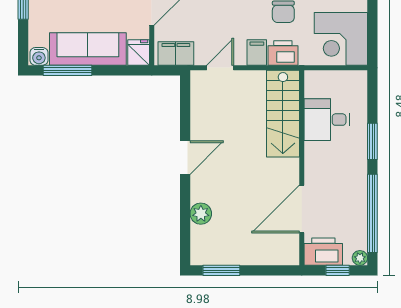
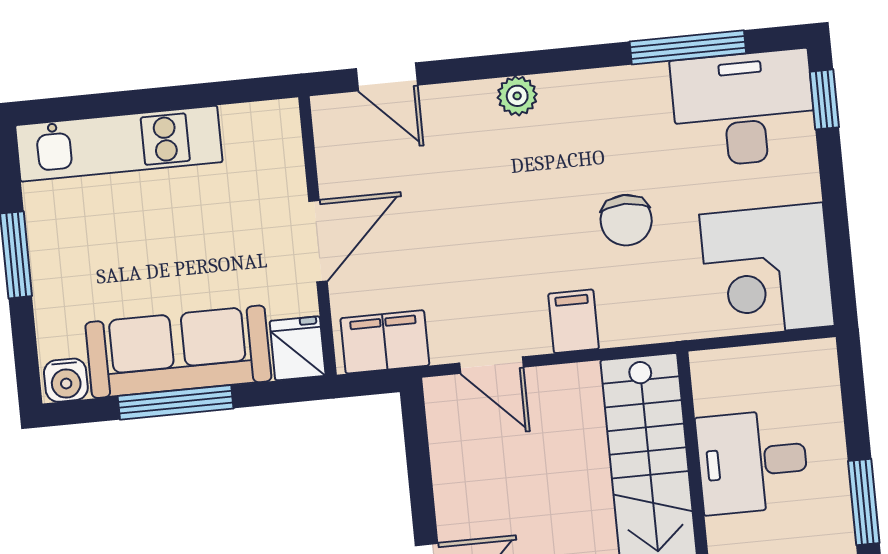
printer: (283, 53) -> (635, 316), removed
door: (220, 68) -> (491, 365), swing flipped
window: (68, 70) -> (176, 402), moved

